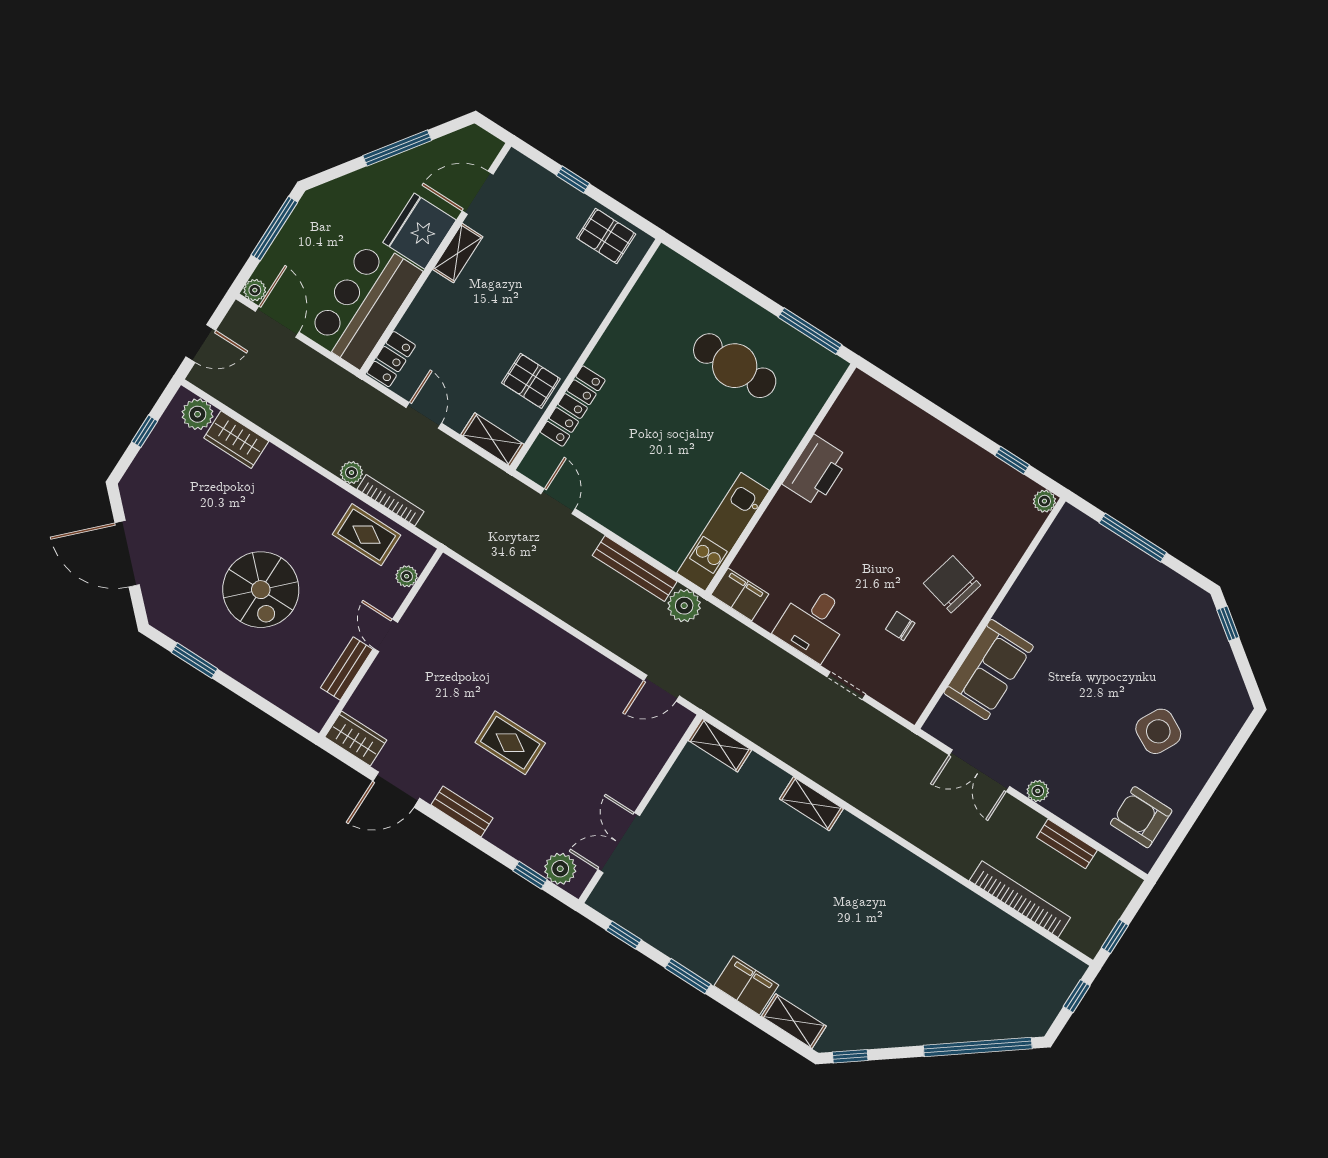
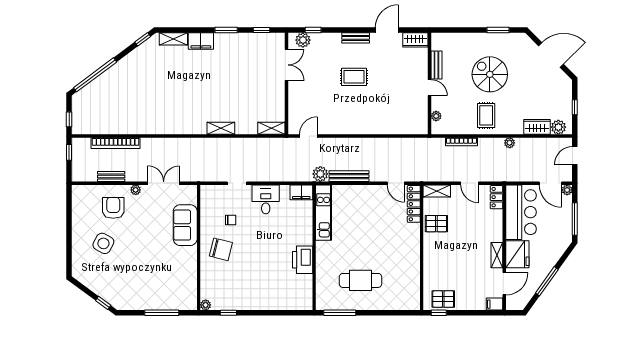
filing cabinet: (519, 167) -> (495, 304), added
window: (573, 179) -> (439, 313), moved
locker: (573, 406) -> (414, 204), moved
plant: (351, 473) -> (510, 143), moved
rug: (367, 535) -> (486, 115), moved, turned 90
armchair: (1141, 817) -> (113, 208), moved, turned -90

